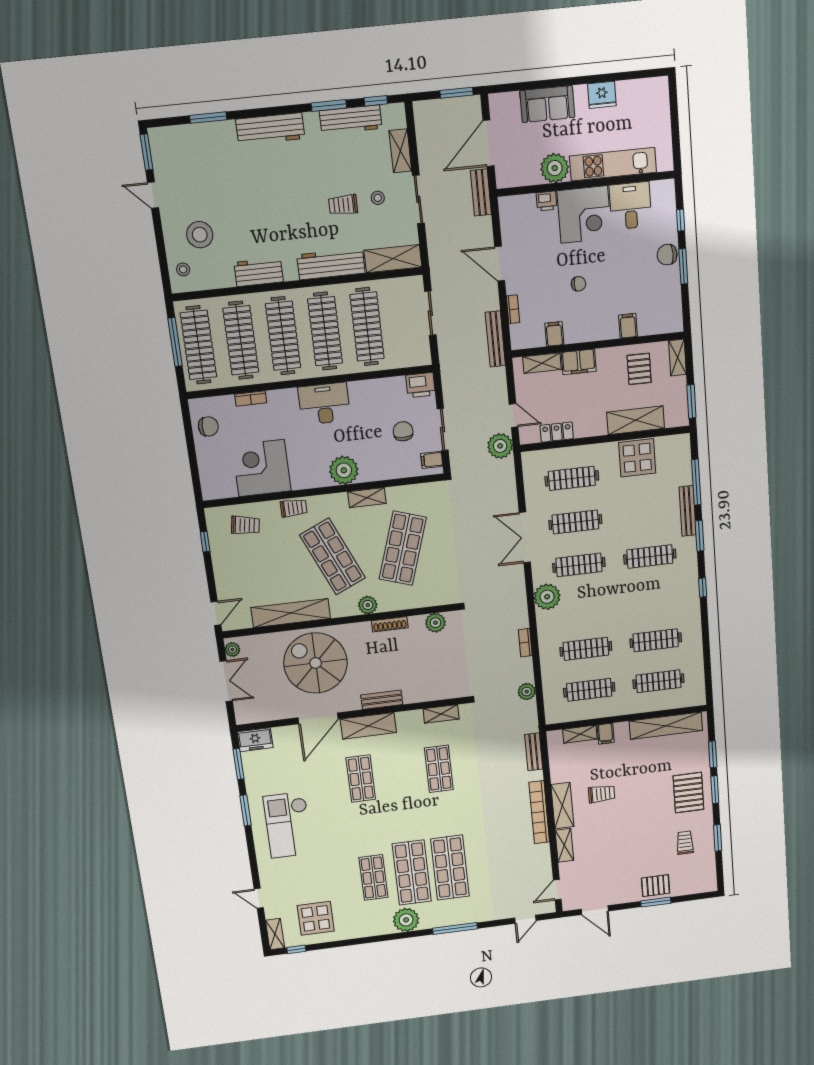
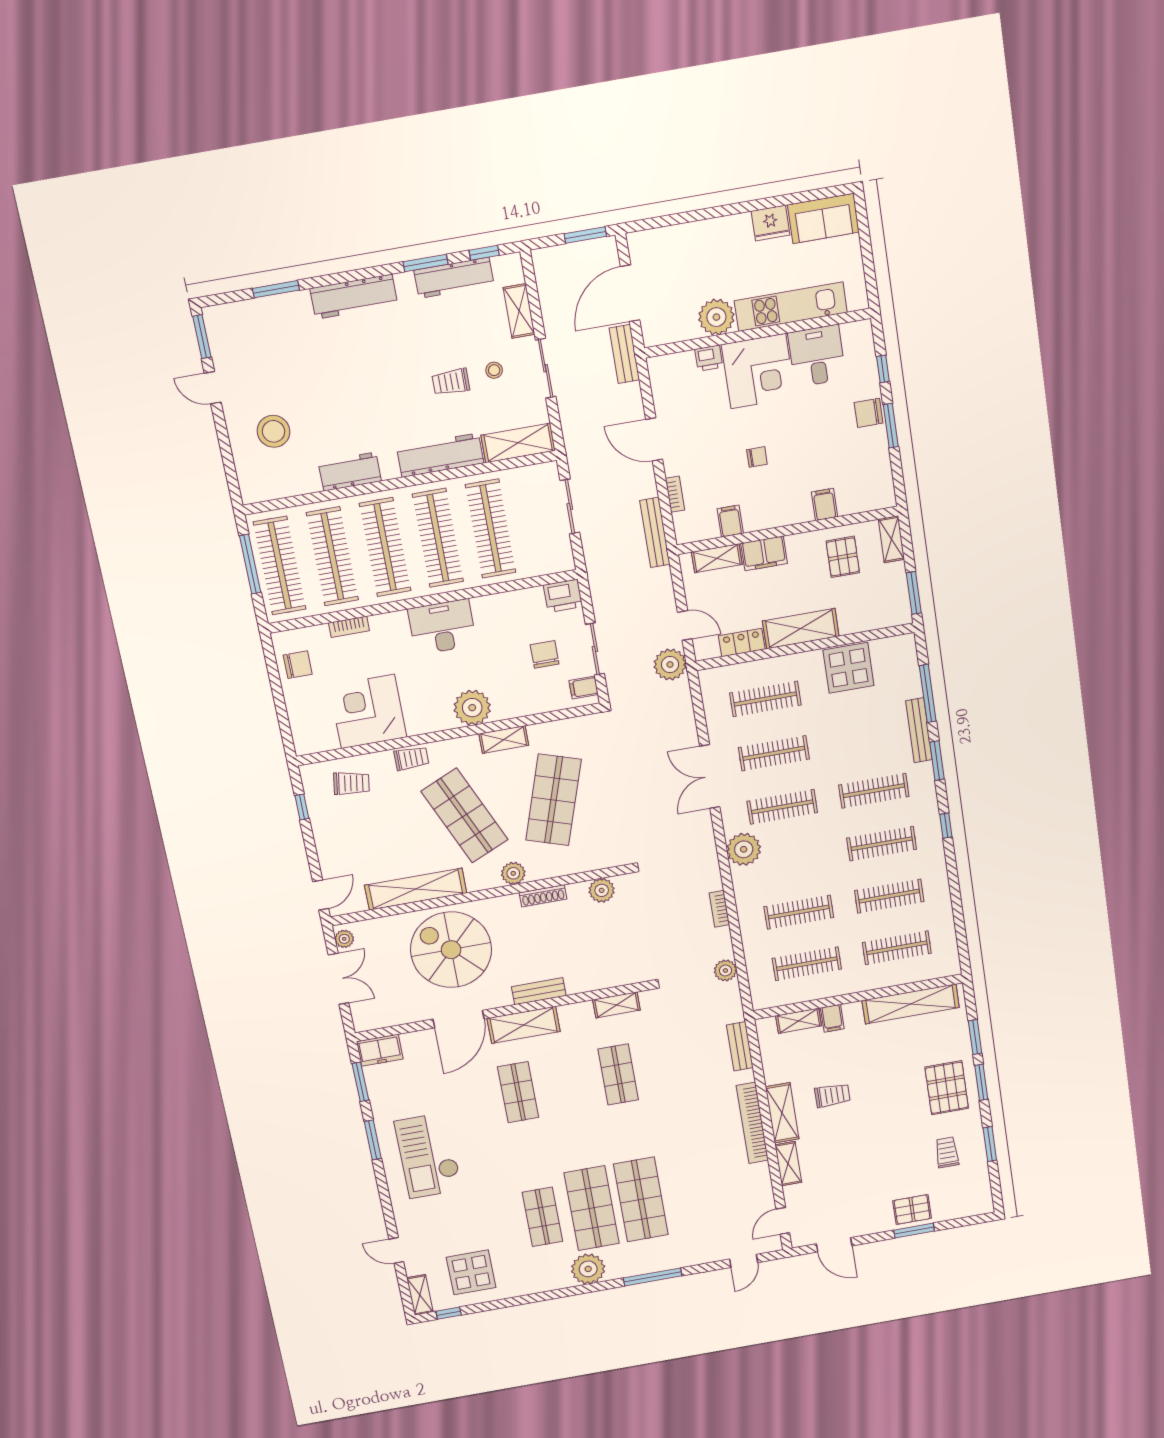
sofa: (547, 104) -> (823, 218), moved
stool: (183, 269) -> (255, 475), removed
shelving: (636, 420) -> (801, 629), moved
clothes rail: (653, 599) -> (882, 844), added

